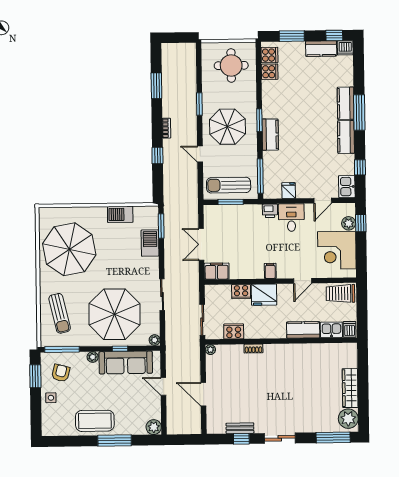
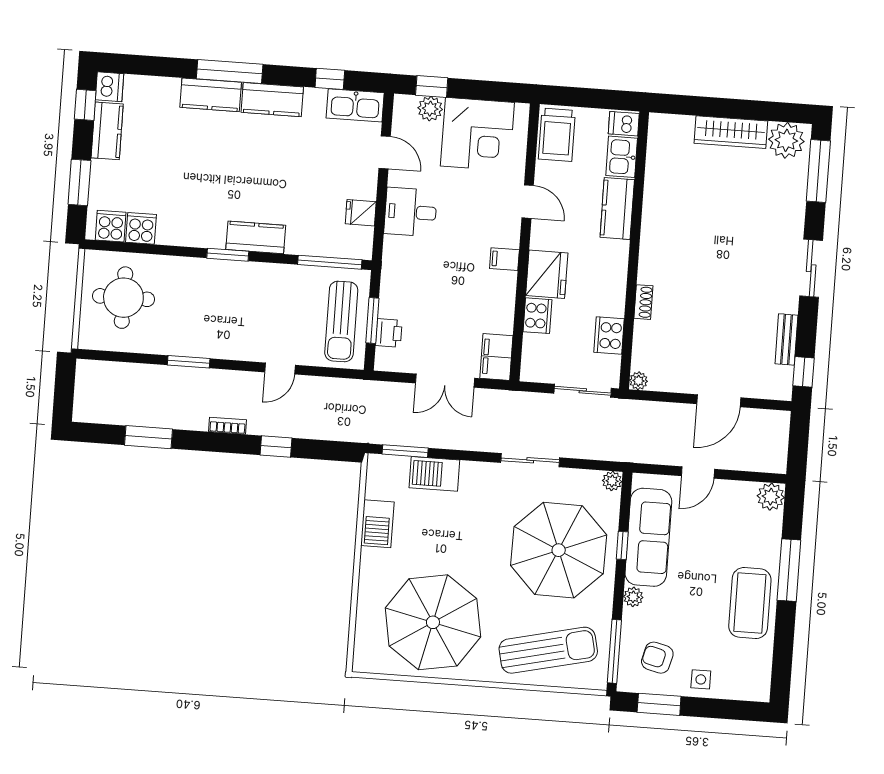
parasol: (227, 127) -> (234, 314), removed
kitchen sink: (347, 187) -> (355, 105), width x1.38
printer: (270, 211) -> (389, 333), moved
sun lounger: (60, 313) -> (548, 650), width x1.36, depth x1.34
window: (241, 439) -> (804, 372), moved

